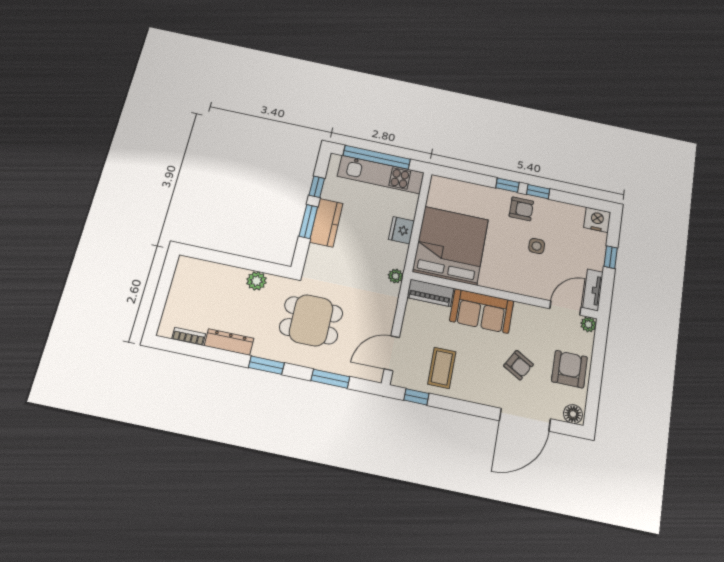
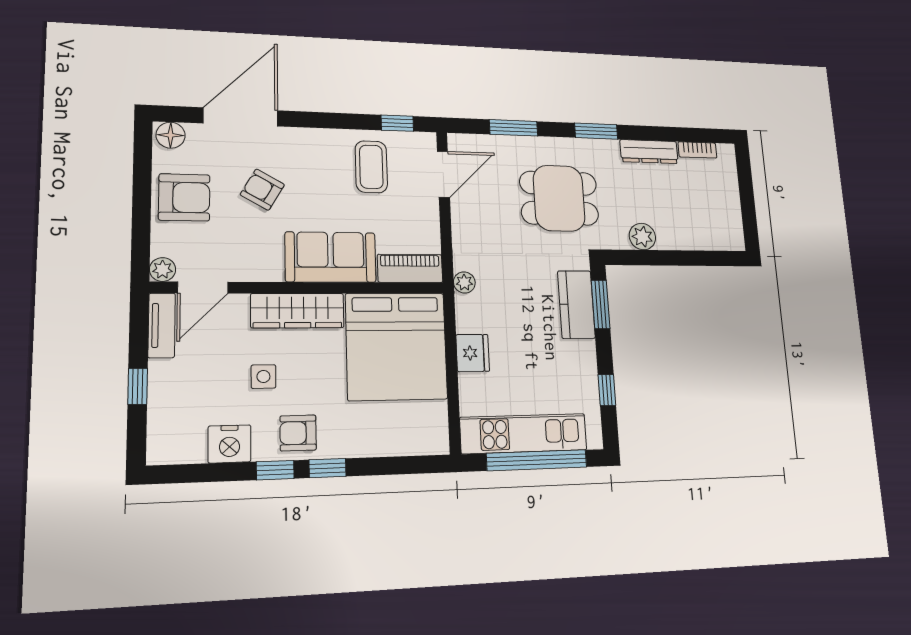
nightstand: (597, 220) -> (229, 444), moved
window: (308, 221) -> (600, 304), moved
kitchen counter: (326, 223) -> (576, 304), moved
wardrobe: (509, 281) -> (298, 311), added
armchair: (569, 369) -> (184, 197), turned -90

